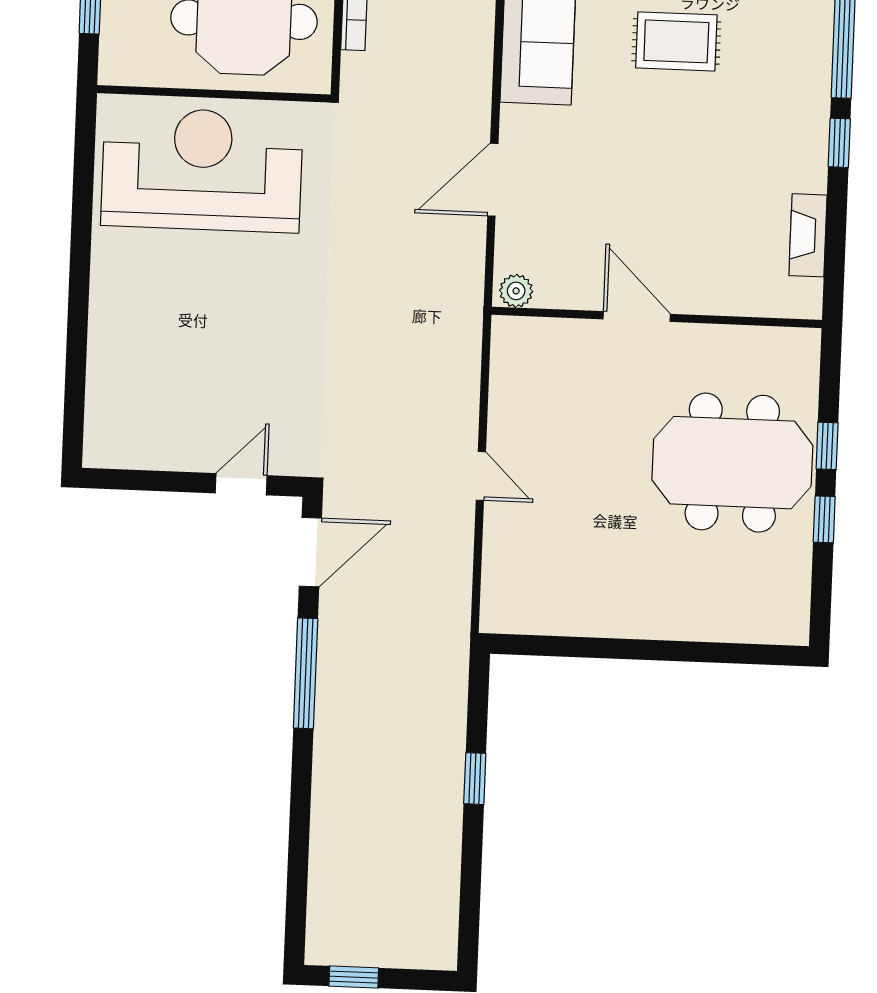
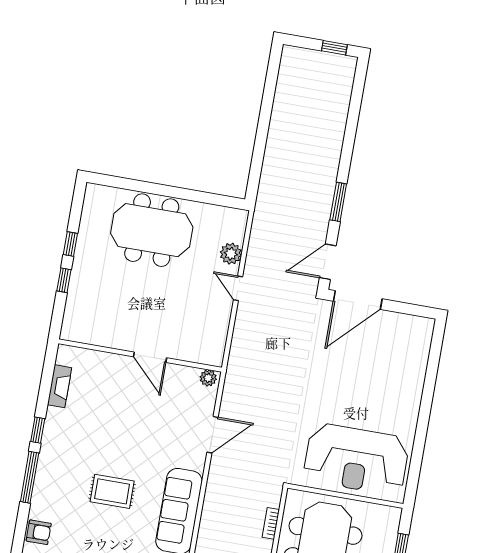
meeting table: (732, 463) -> (152, 230), moved
door: (241, 484) -> (358, 300), width x1.87
plant: (504, 543) -> (231, 254), added
window: (306, 673) -> (338, 202), width x0.69
window: (475, 779) -> (261, 138), removed

